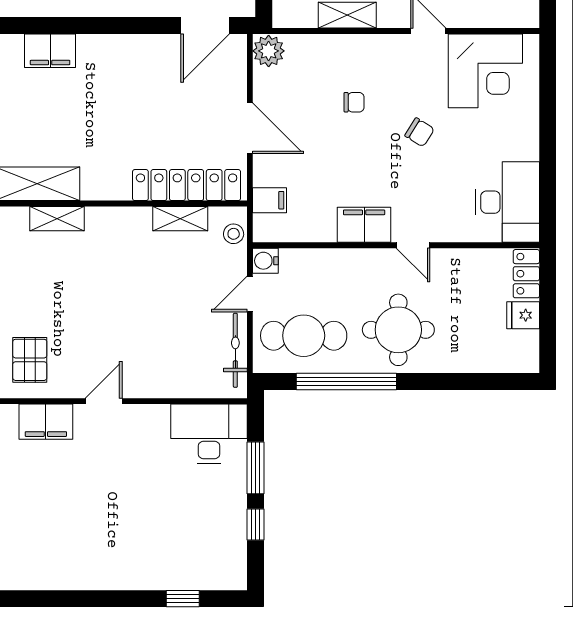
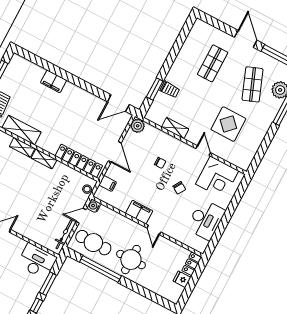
desk: (508, 202) -> (206, 220), moved
shelving: (180, 219) -> (44, 159), moved

